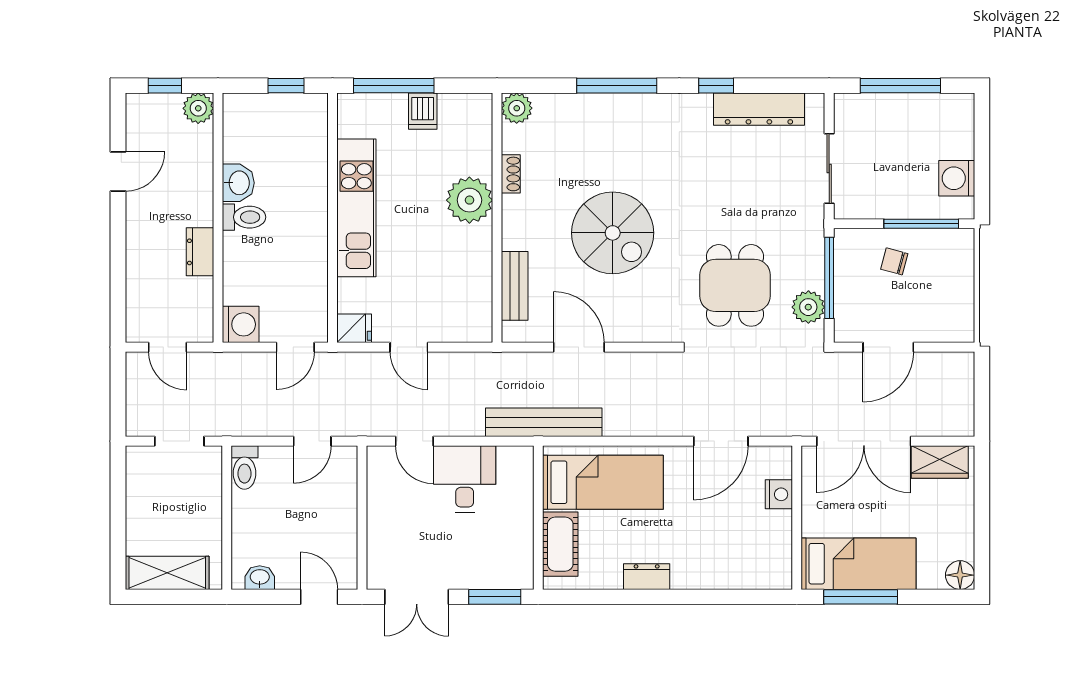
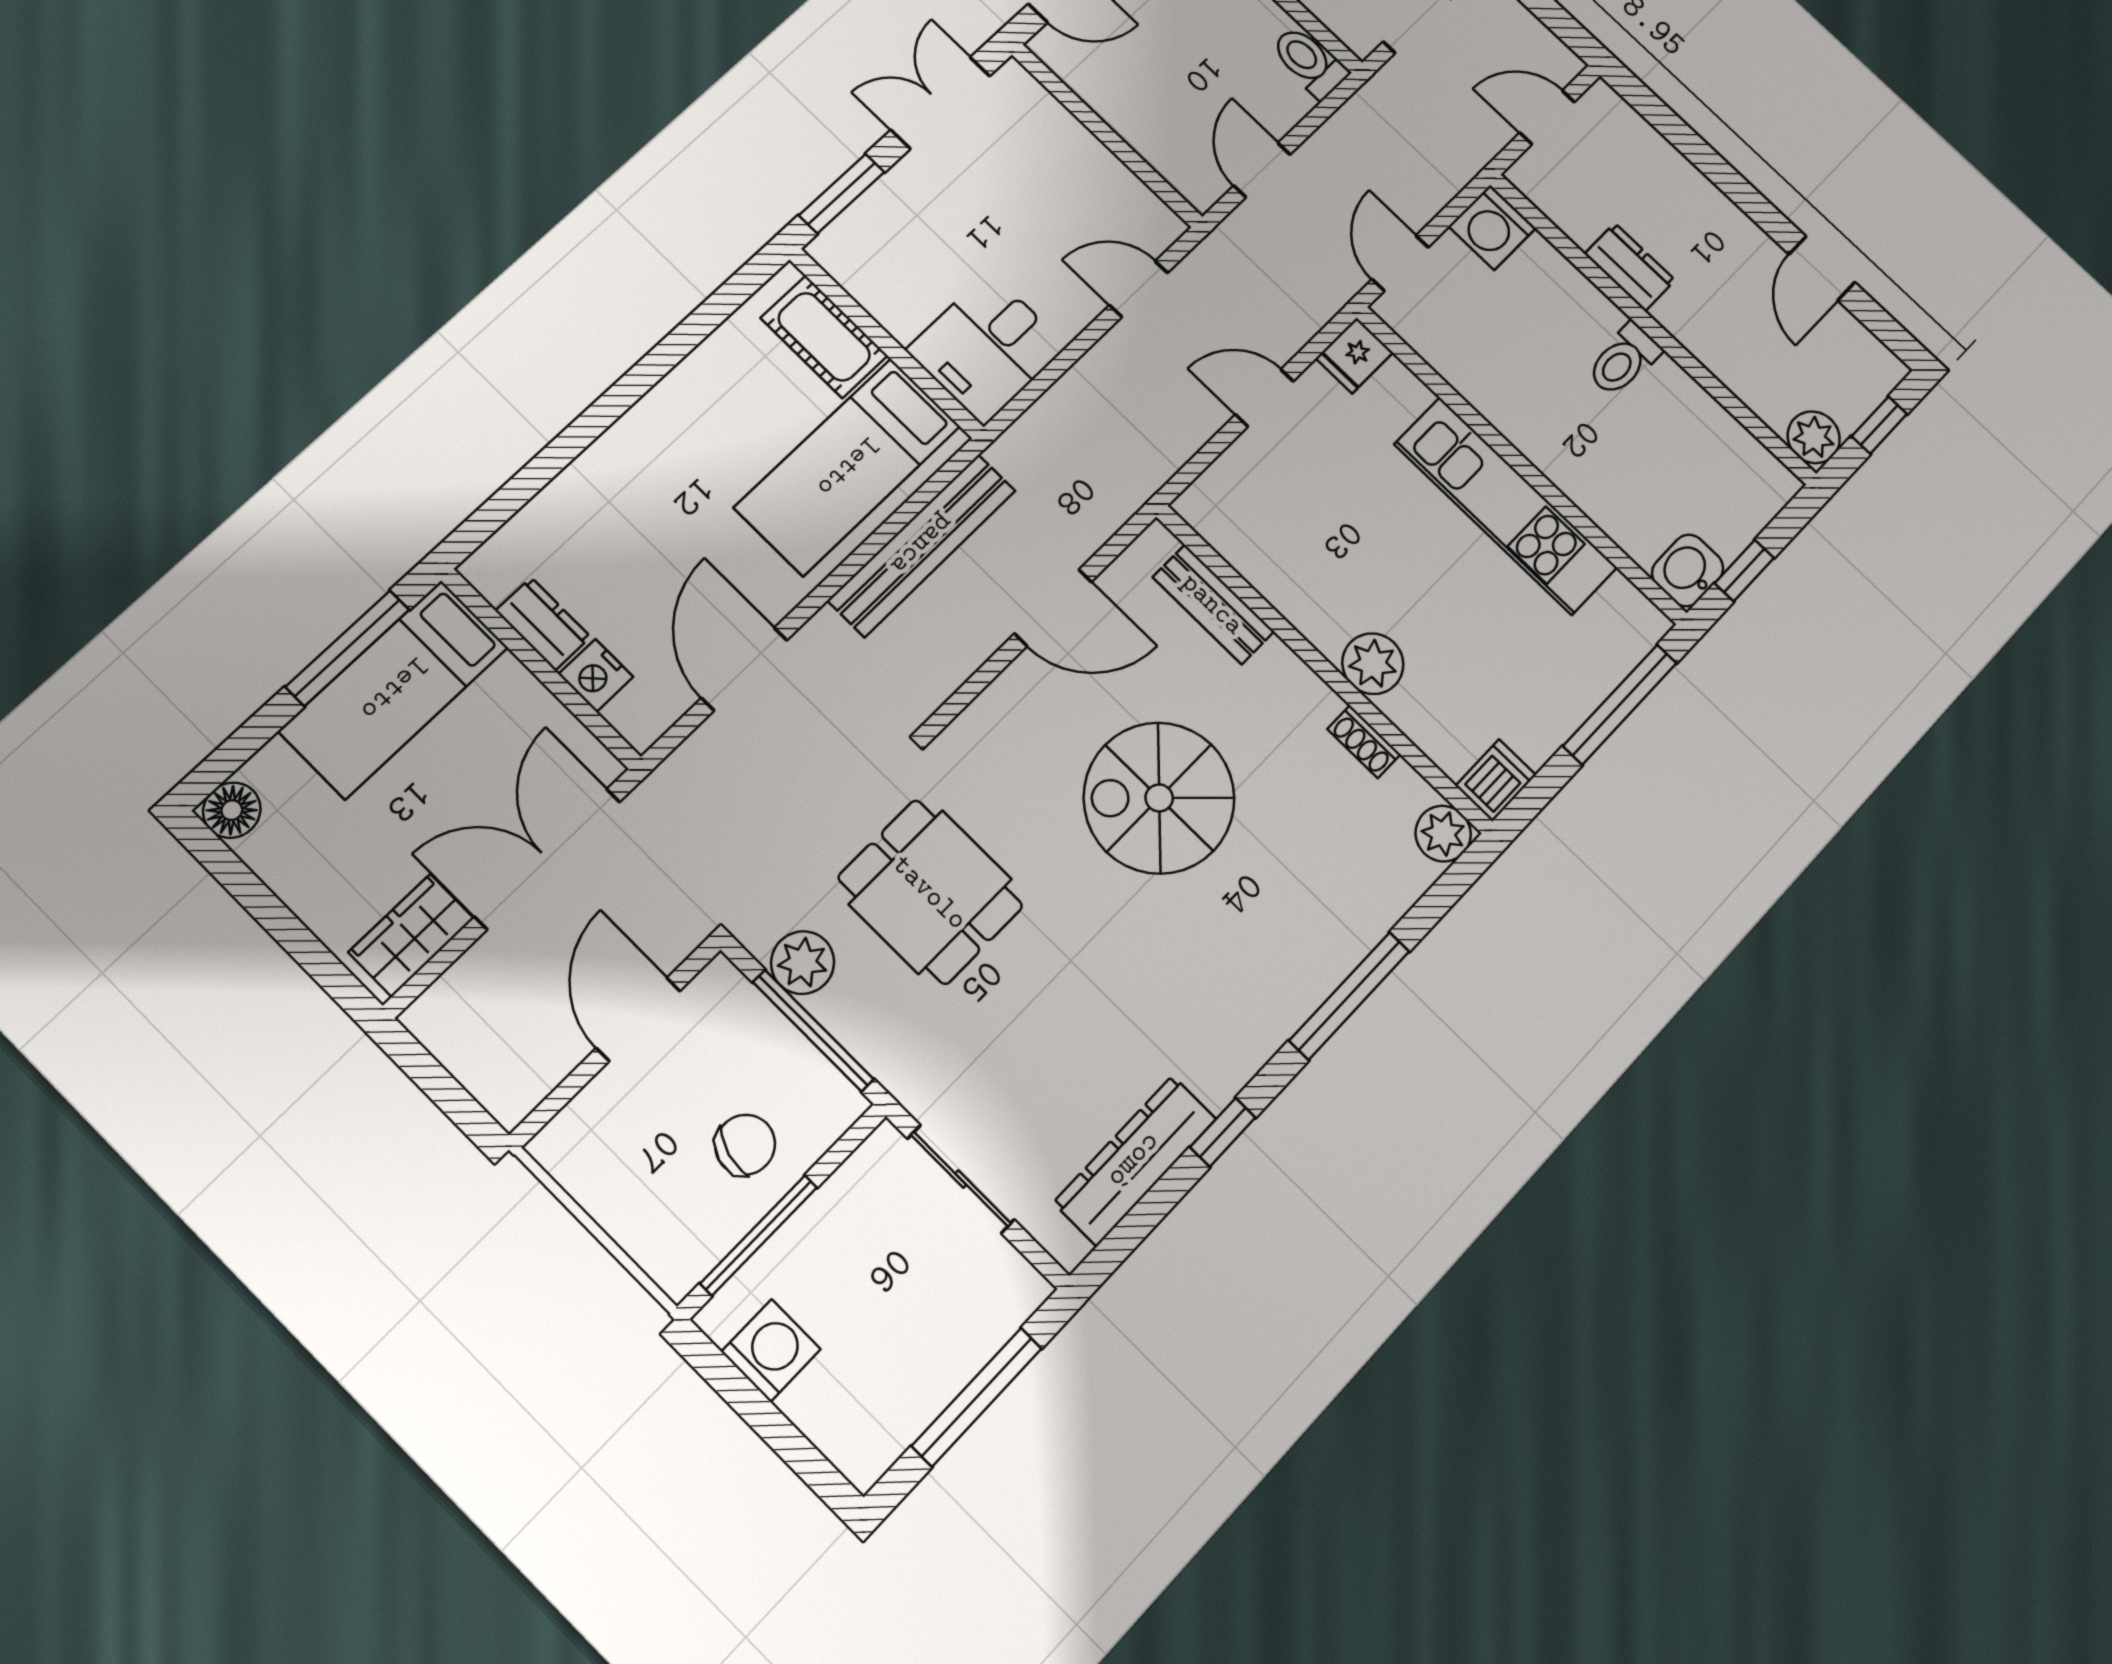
dishwasher: (423, 111) -> (1496, 780), moved, turned 90
washbasin: (238, 183) -> (1688, 570), moved, turned 90
plant: (469, 200) -> (1373, 664), width x0.73, depth x0.73
chair: (894, 261) -> (745, 1145), width x1.37, depth x1.37
bench: (544, 422) -> (922, 545), moved
desk: (465, 479) -> (987, 348), moved, turned 90
dresser: (647, 577) -> (543, 624), moved, turned -90

